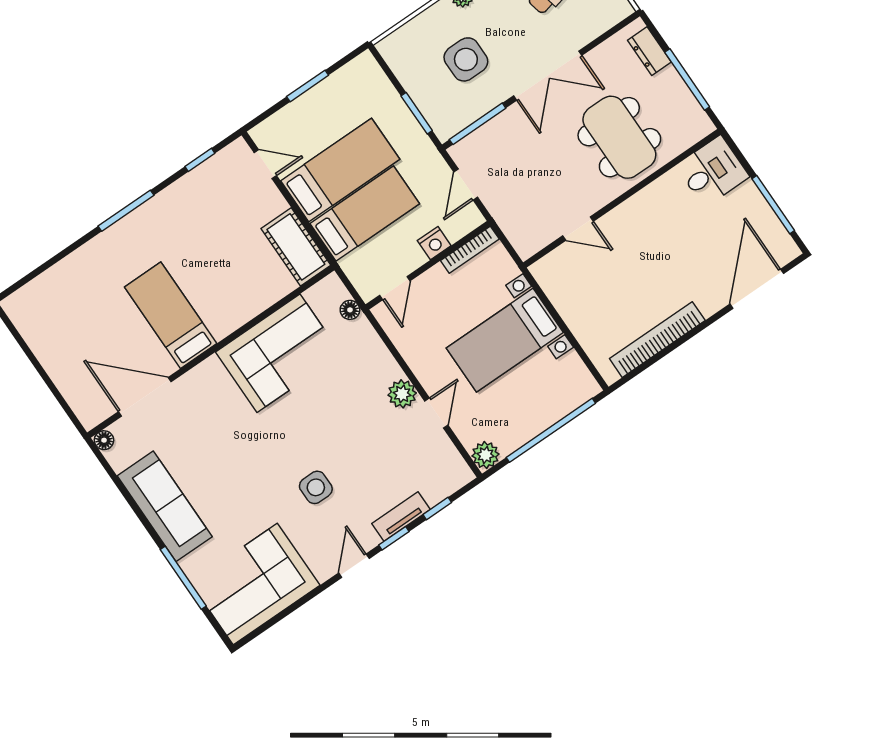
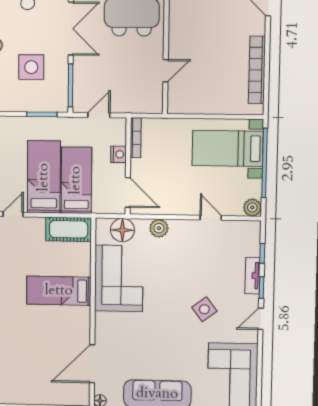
door: (466, 185) -> (99, 115), swing flipped
door: (395, 288) -> (128, 192), width x1.38
floor lamp: (350, 310) -> (122, 230), width x1.89, depth x1.89
bed: (171, 315) -> (59, 291), moved
bed with nightstands: (505, 340) -> (228, 148), moved, turned 90
plant: (402, 394) -> (159, 228), moved
side table: (316, 487) -> (204, 309), turned -37
door: (354, 566) -> (261, 319), hinge flipped

